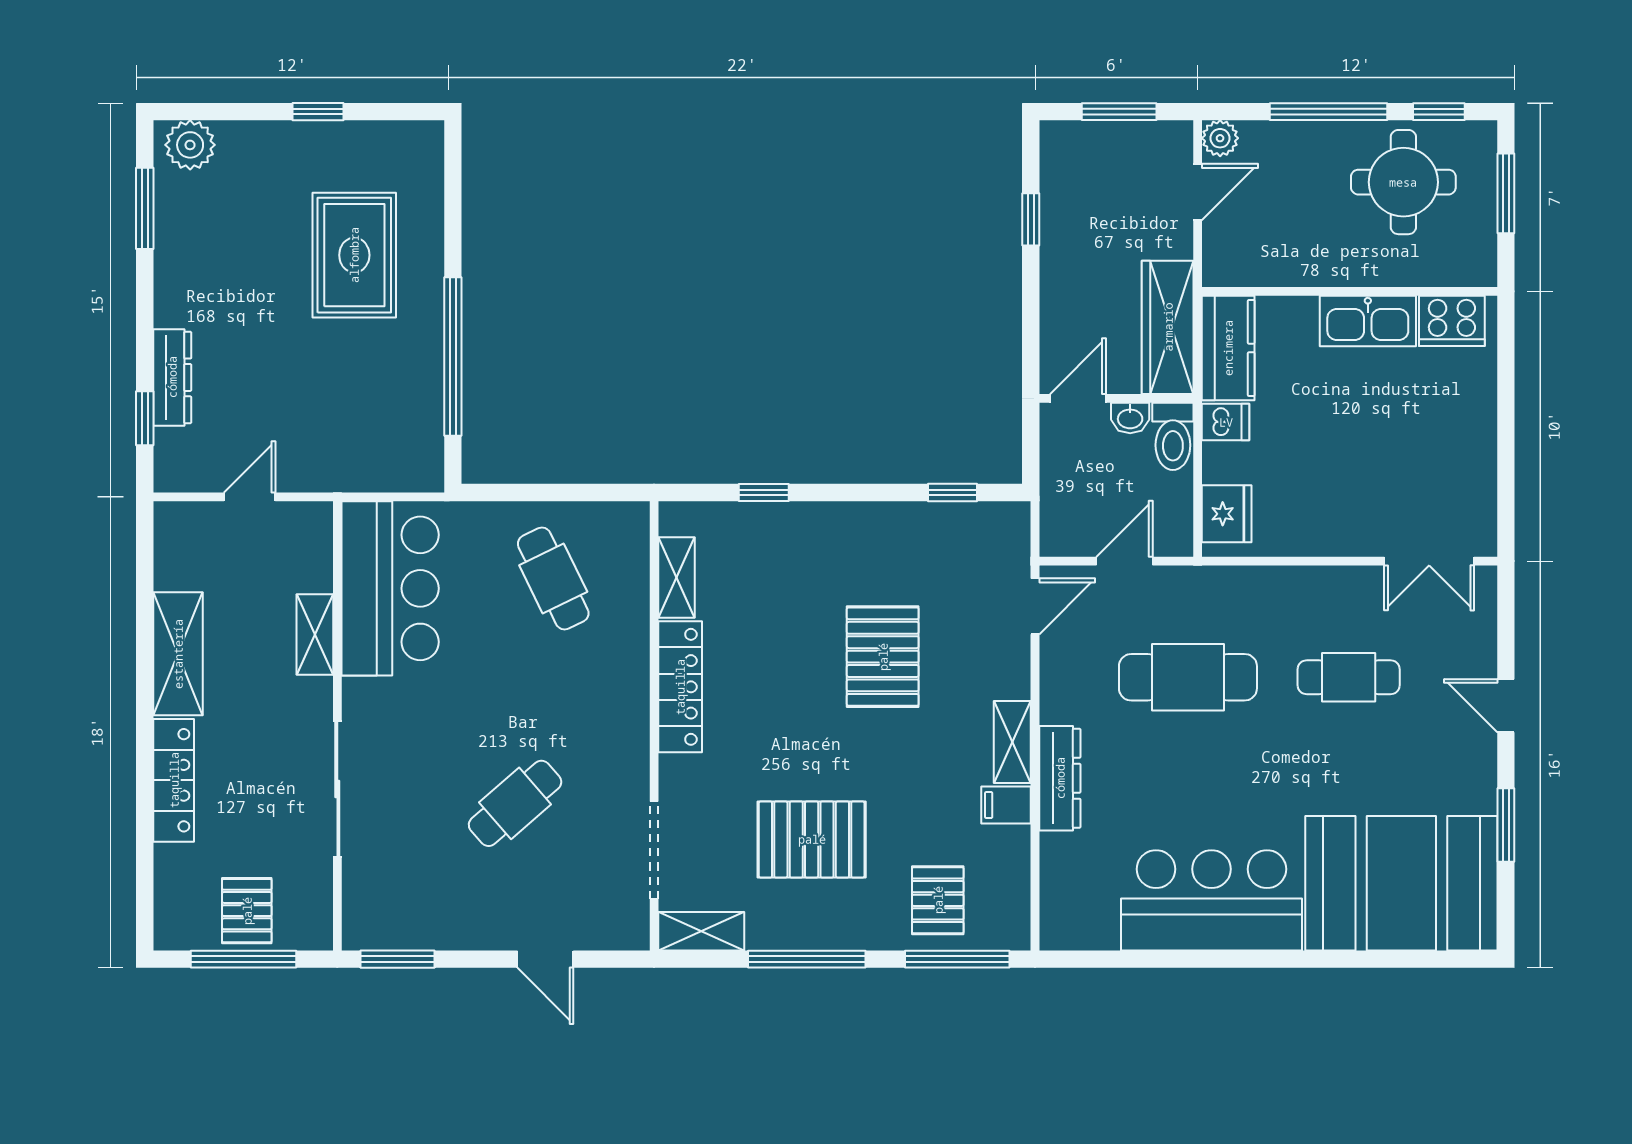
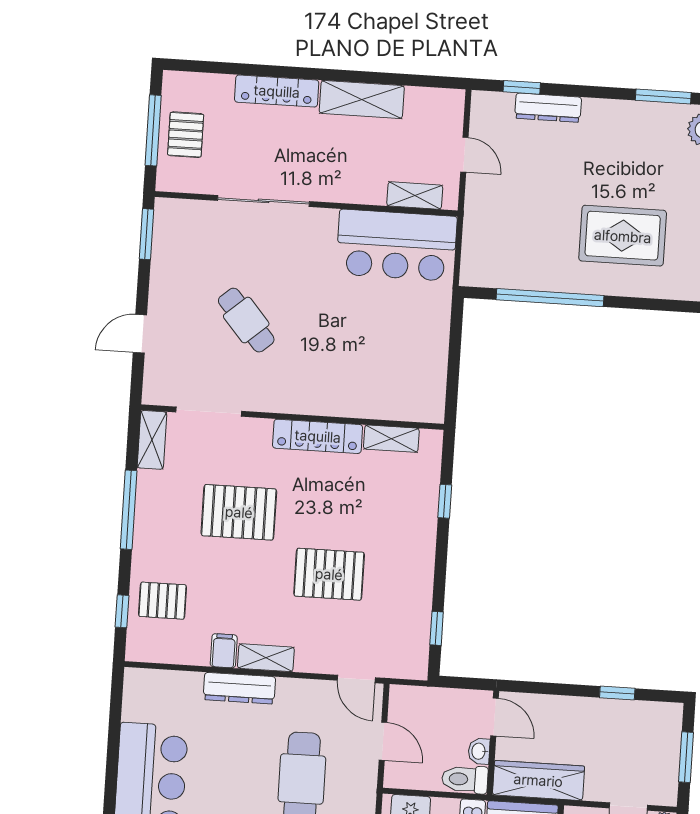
cafe table: (553, 579) -> (396, 356), removed
shelving: (315, 634) -> (415, 196), moved
pallet: (812, 839) -> (239, 512), moved, turned 90
pallet: (247, 911) -> (186, 135), turned 90
window: (957, 959) -> (122, 611), width x0.46

